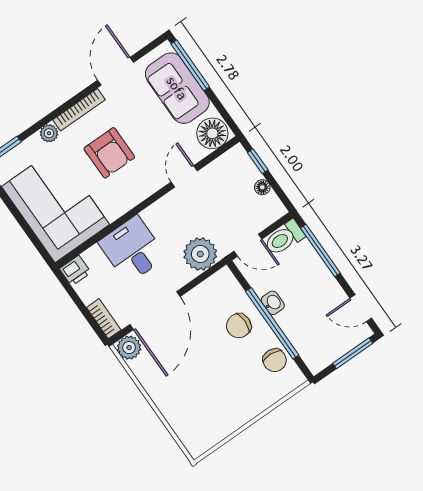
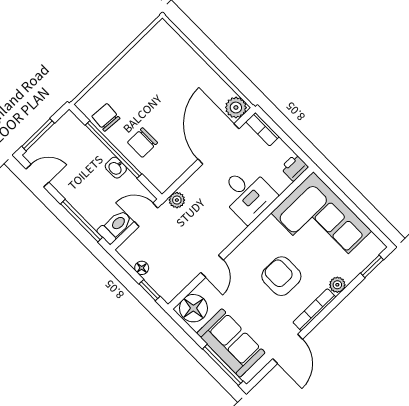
plant: (200, 254) -> (177, 200), width x0.53, depth x0.53
chair: (239, 326) -> (142, 143), turned 180

